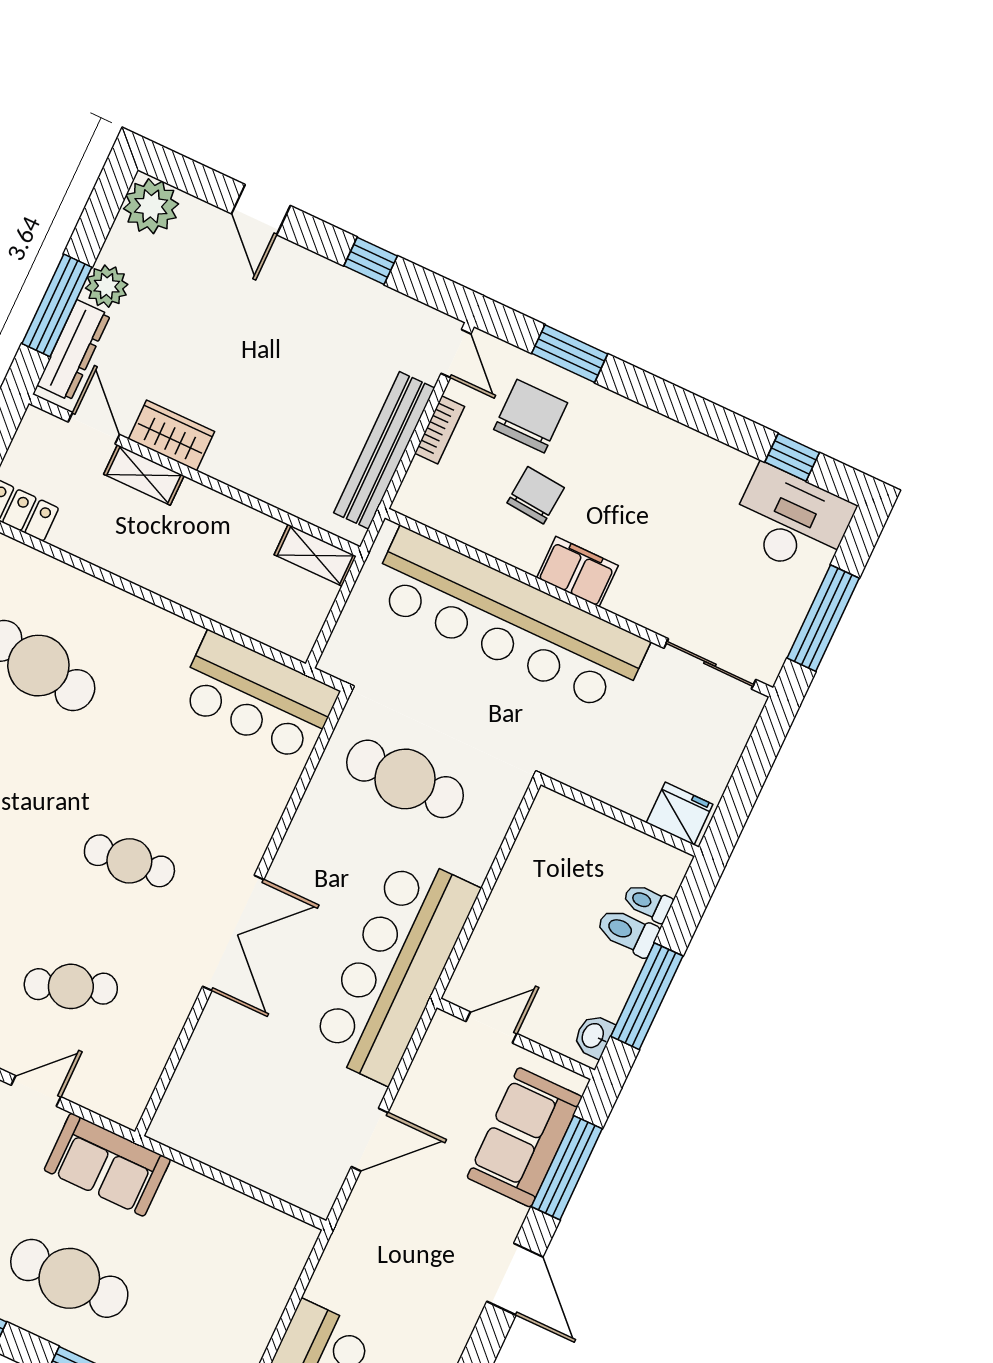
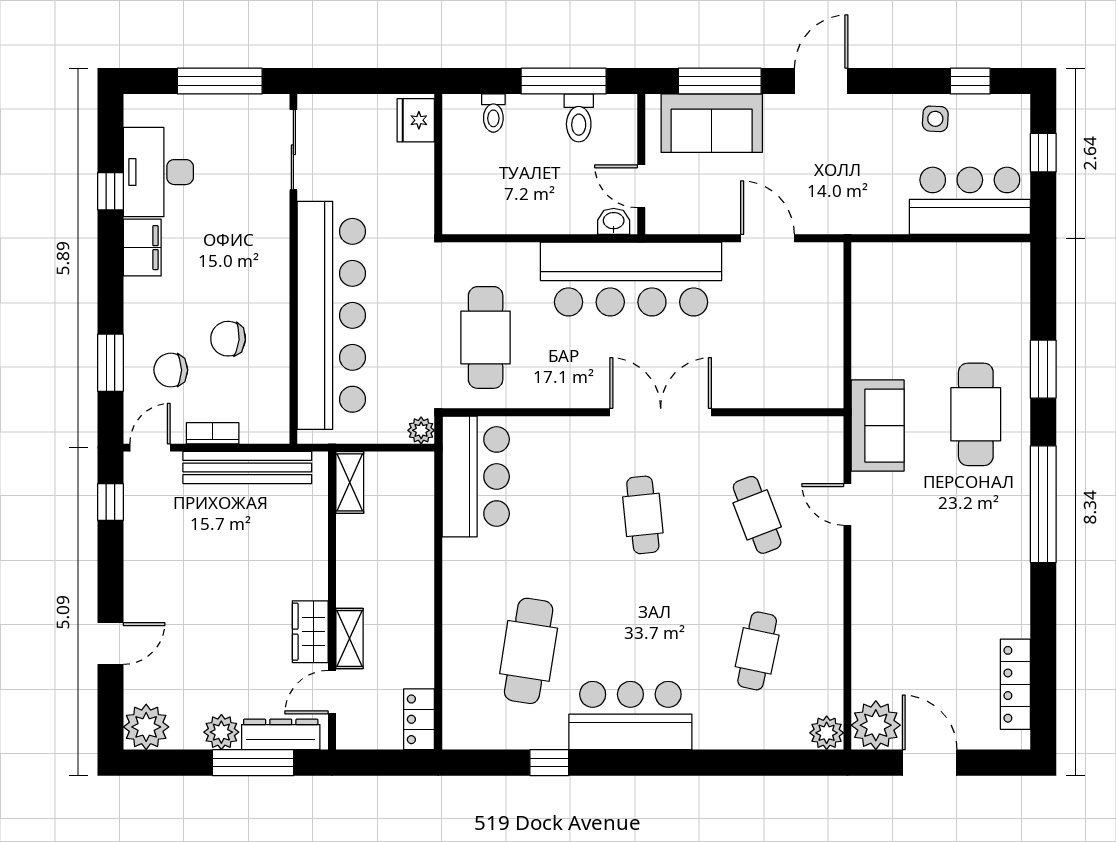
window: (371, 261) -> (110, 502), moved
chair: (531, 416) -> (171, 370), width x0.73, depth x0.73
window: (792, 457) -> (110, 191), moved
desk: (791, 521) -> (158, 172), moved
filing cabinet: (577, 572) -> (142, 248), moved, turned 180
plant: (336, 660) -> (421, 430), added
toilet: (627, 932) -> (579, 118), moved
washbasin: (594, 1036) -> (614, 221), moved, turned 180

